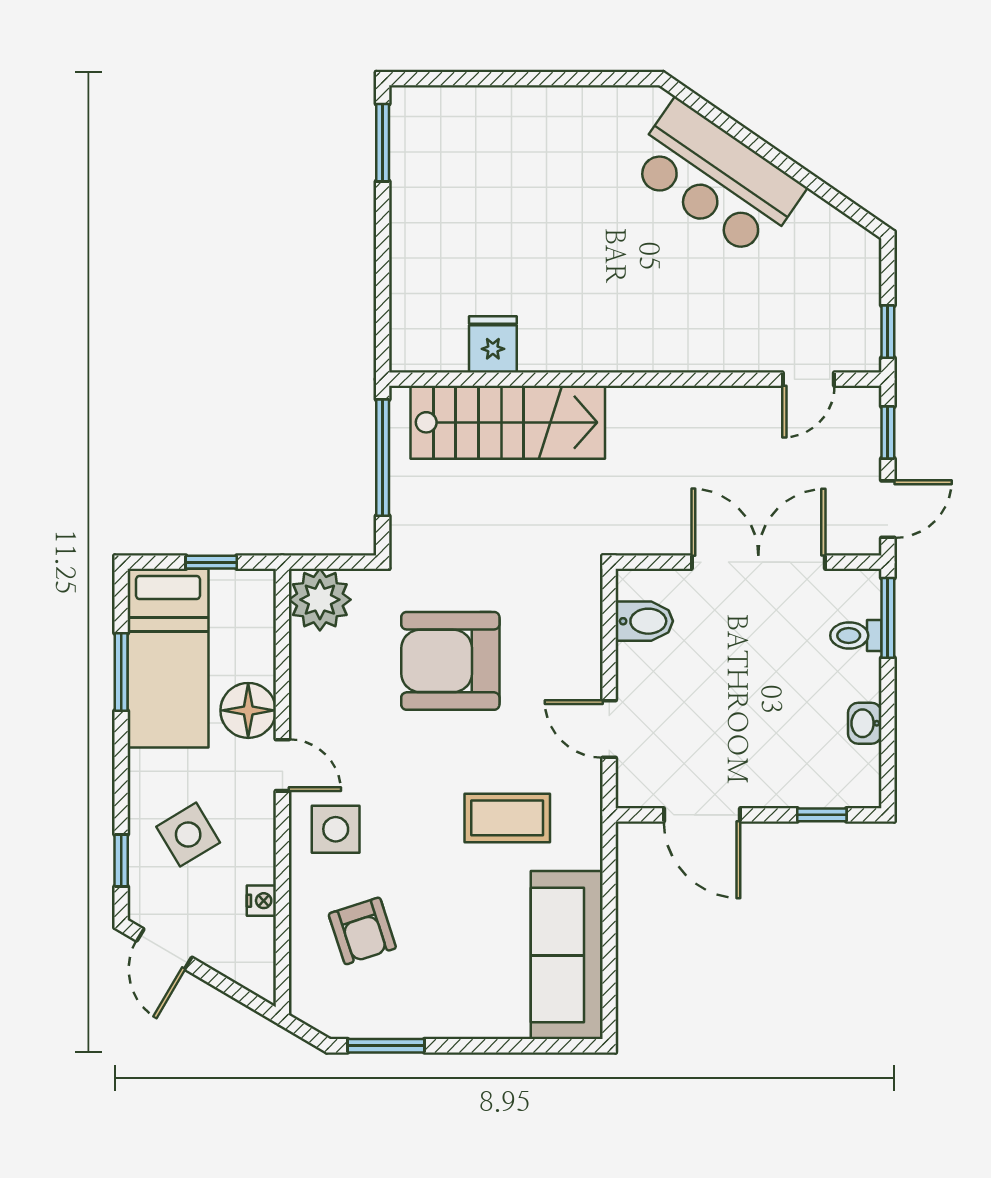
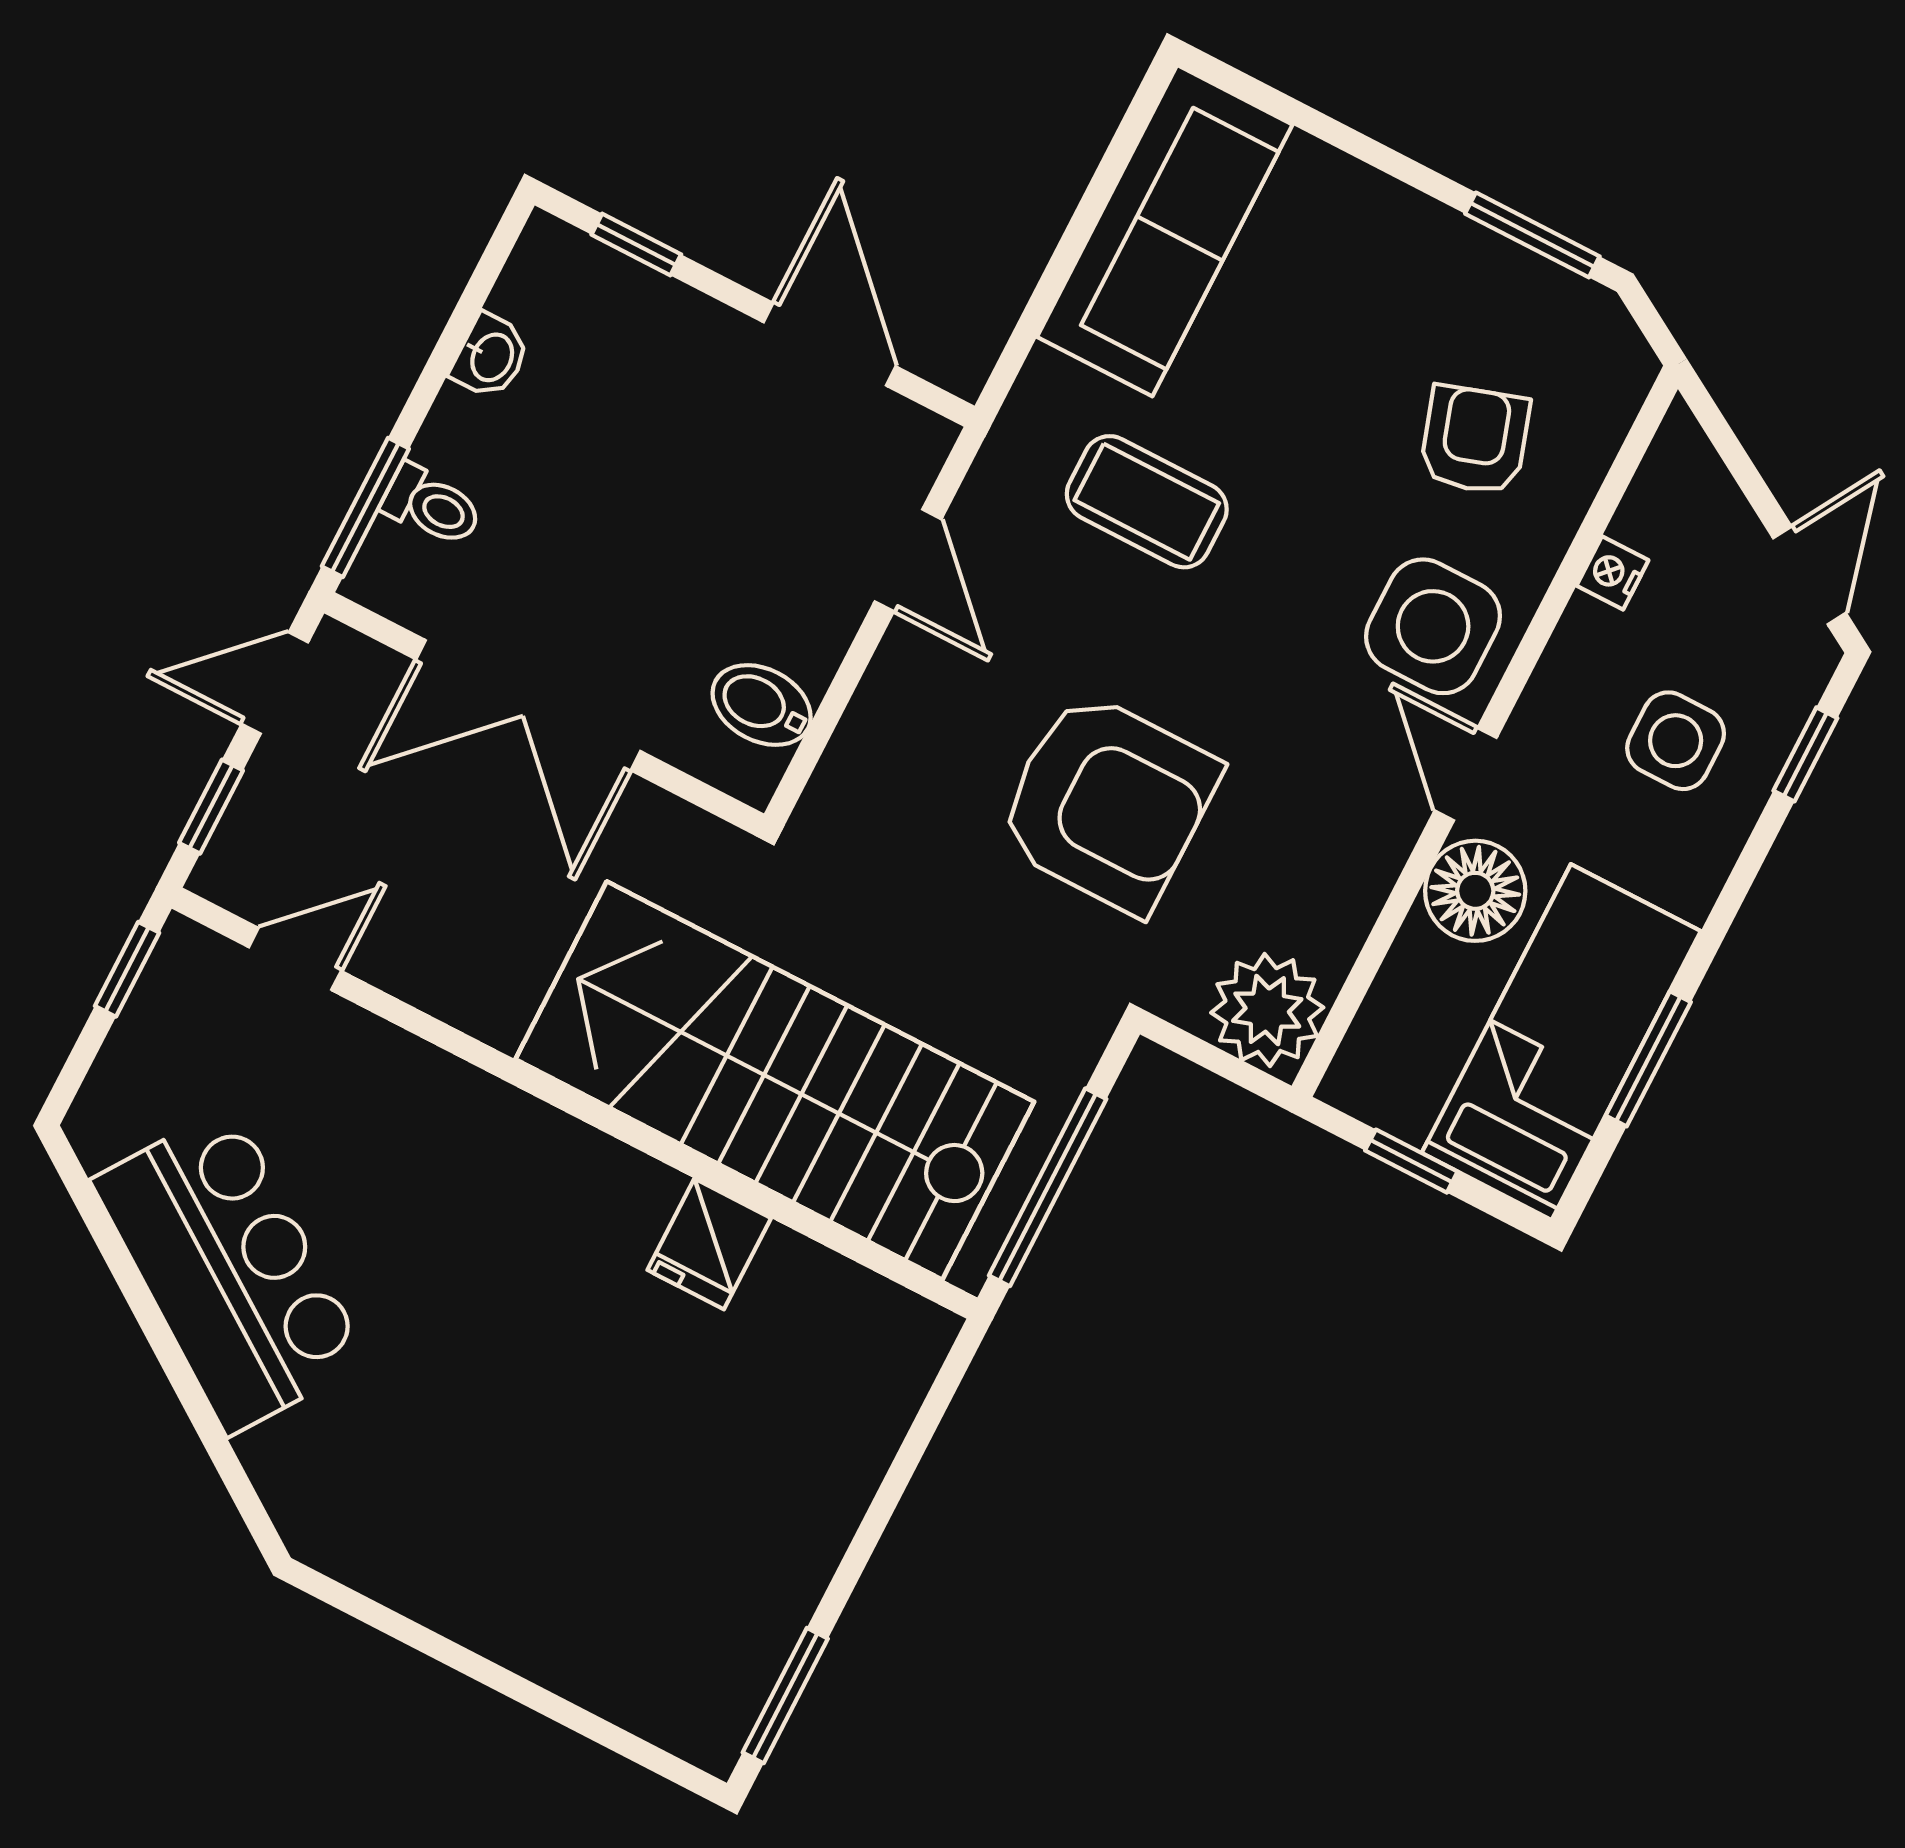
bar counter: (716, 179) -> (230, 1271), moved
fridge: (493, 344) -> (709, 1244), moved
stairs: (508, 422) -> (775, 1080), width x1.36, depth x1.51
side table: (336, 829) -> (1433, 626), width x1.37, depth x1.37
side table: (188, 835) -> (1676, 741), turned 31

